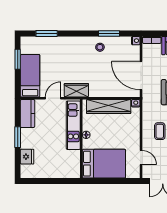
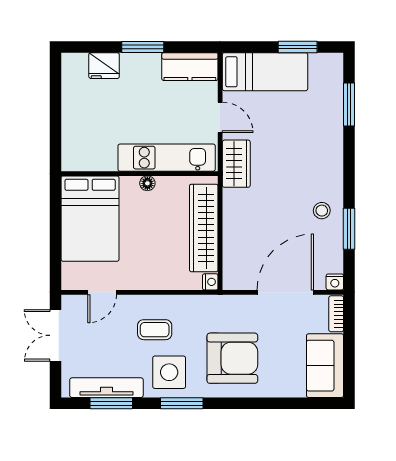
door: (141, 76) -> (285, 292), moved

